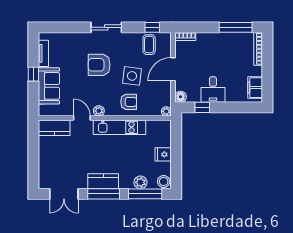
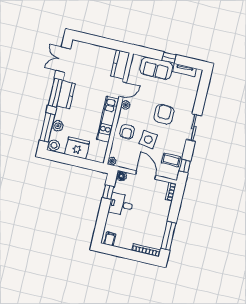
filing cabinet: (255, 88) -> (110, 239), width x0.50
fridge: (163, 154) -> (77, 148), width x1.88, depth x1.34

